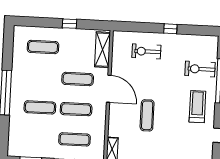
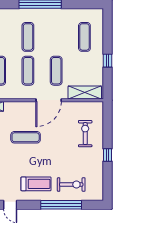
exercise bike: (200, 69) -> (71, 185), turned 90

